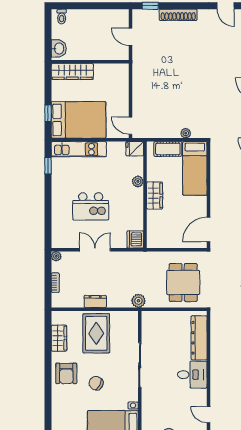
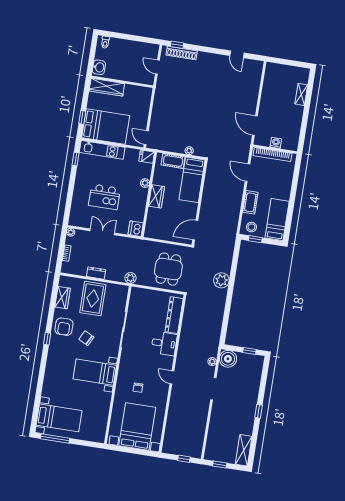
shoe rack: (178, 15) -> (182, 53), moved
window: (48, 392) -> (47, 339), added

